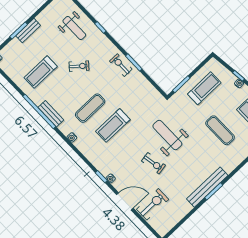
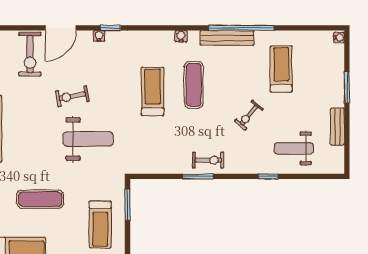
bench: (28, 31) -> (337, 127), moved
bench: (51, 114) -> (227, 38), width x1.36

